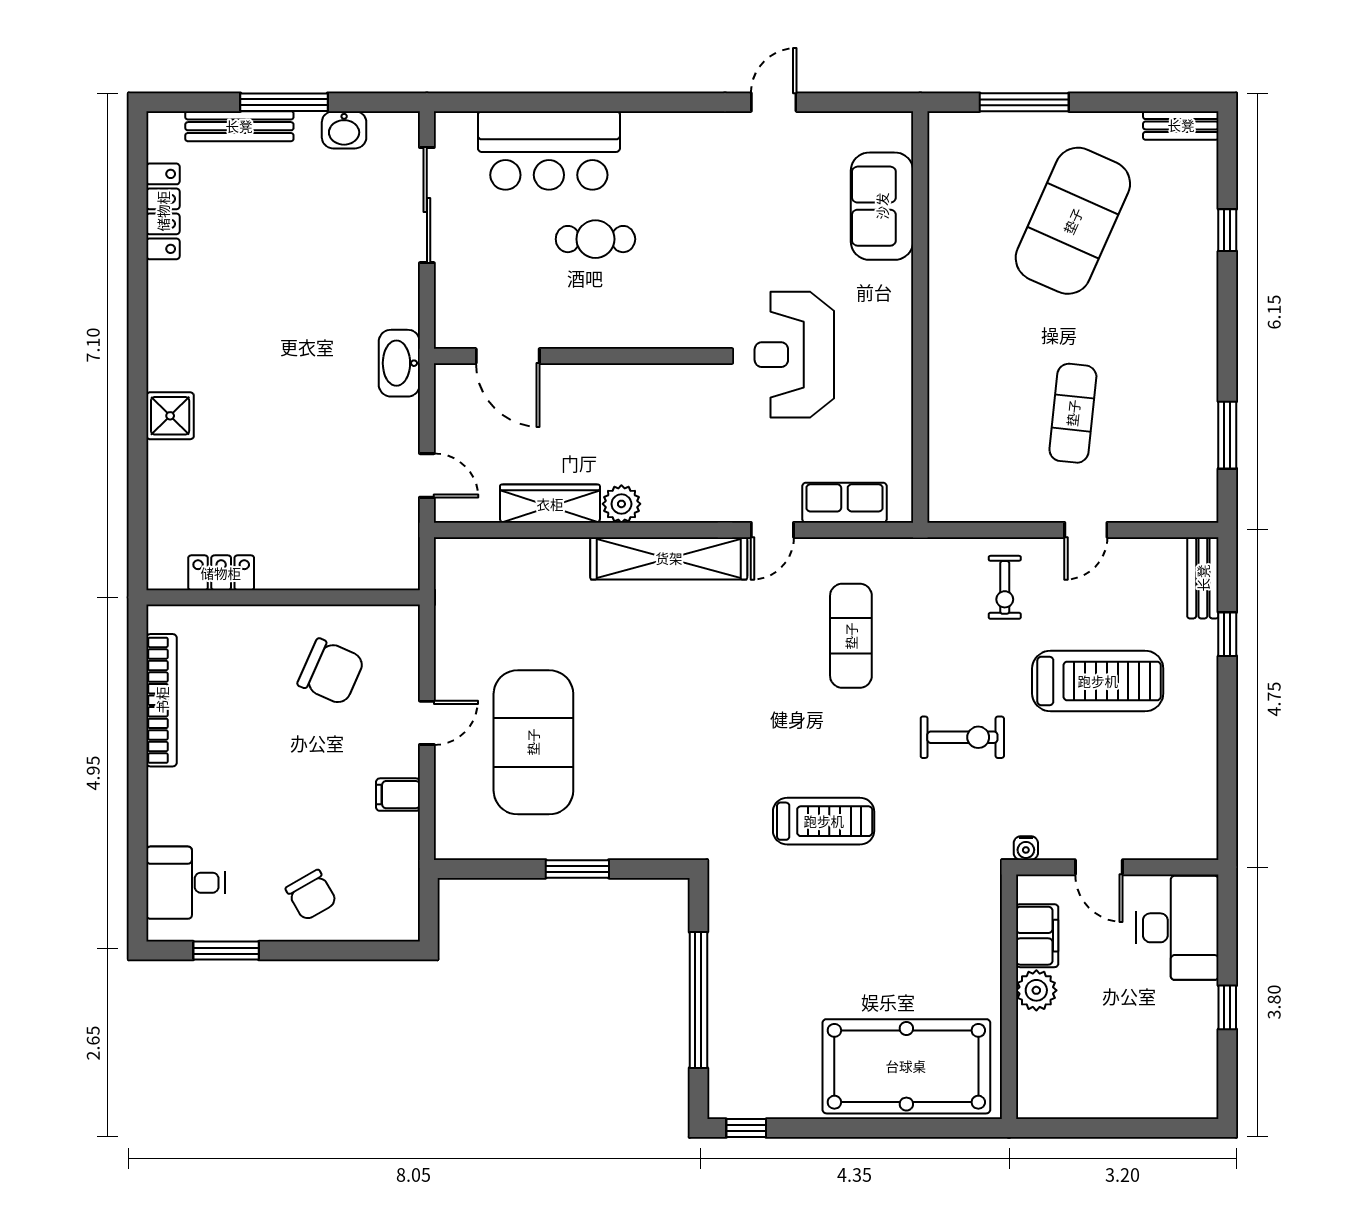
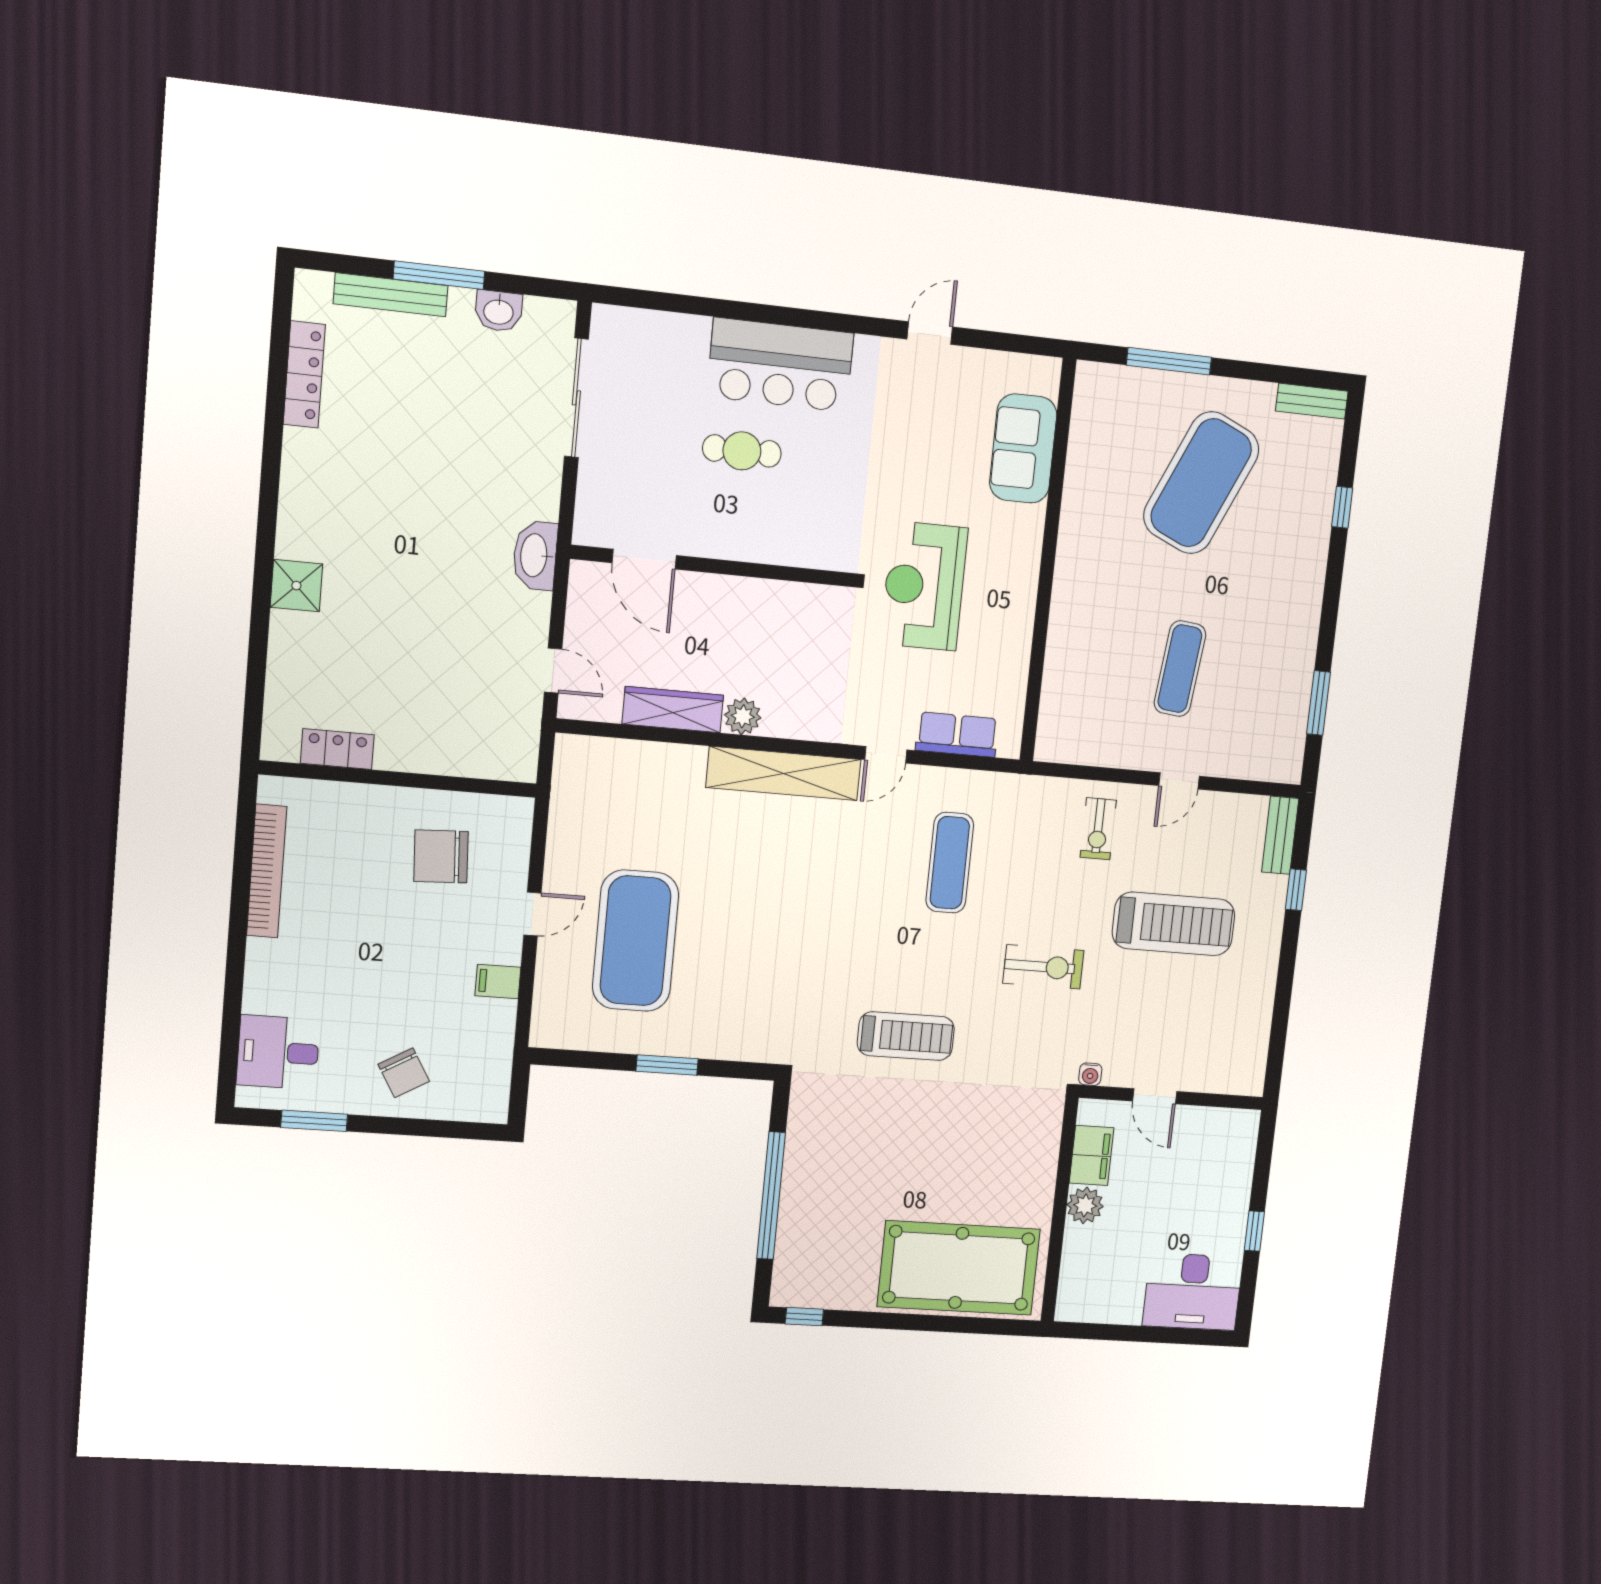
bar counter: (549, 150) -> (780, 365), moved
chair: (331, 672) -> (441, 856), turned 153
desk: (1177, 928) -> (1193, 1292), moved, turned 90

